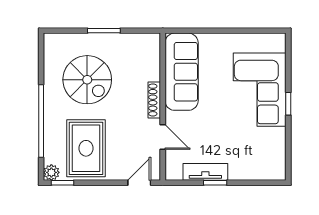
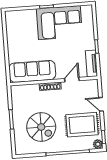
spiral stairs: (87, 80) -> (41, 127), turned 90
corner sofa: (260, 90) -> (59, 23), moved
tv unit: (205, 172) -> (91, 63), moved
door: (139, 183) -> (101, 104), moved

